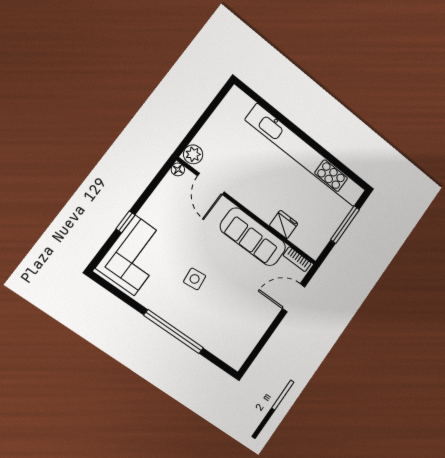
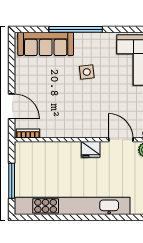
fridge: (284, 225) -> (91, 149), moved
sofa: (253, 237) -> (46, 44), moved, turned 180
door: (294, 298) -> (12, 106), hinge flipped

